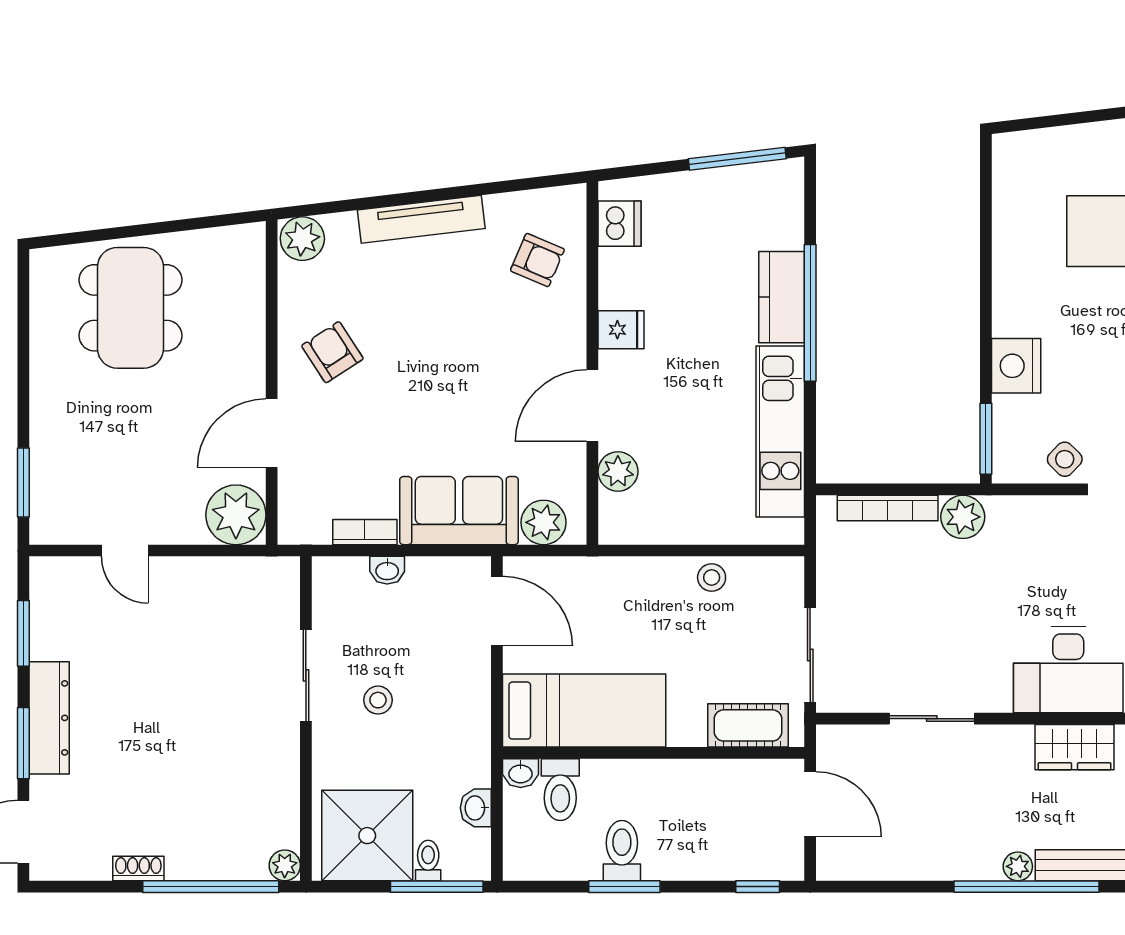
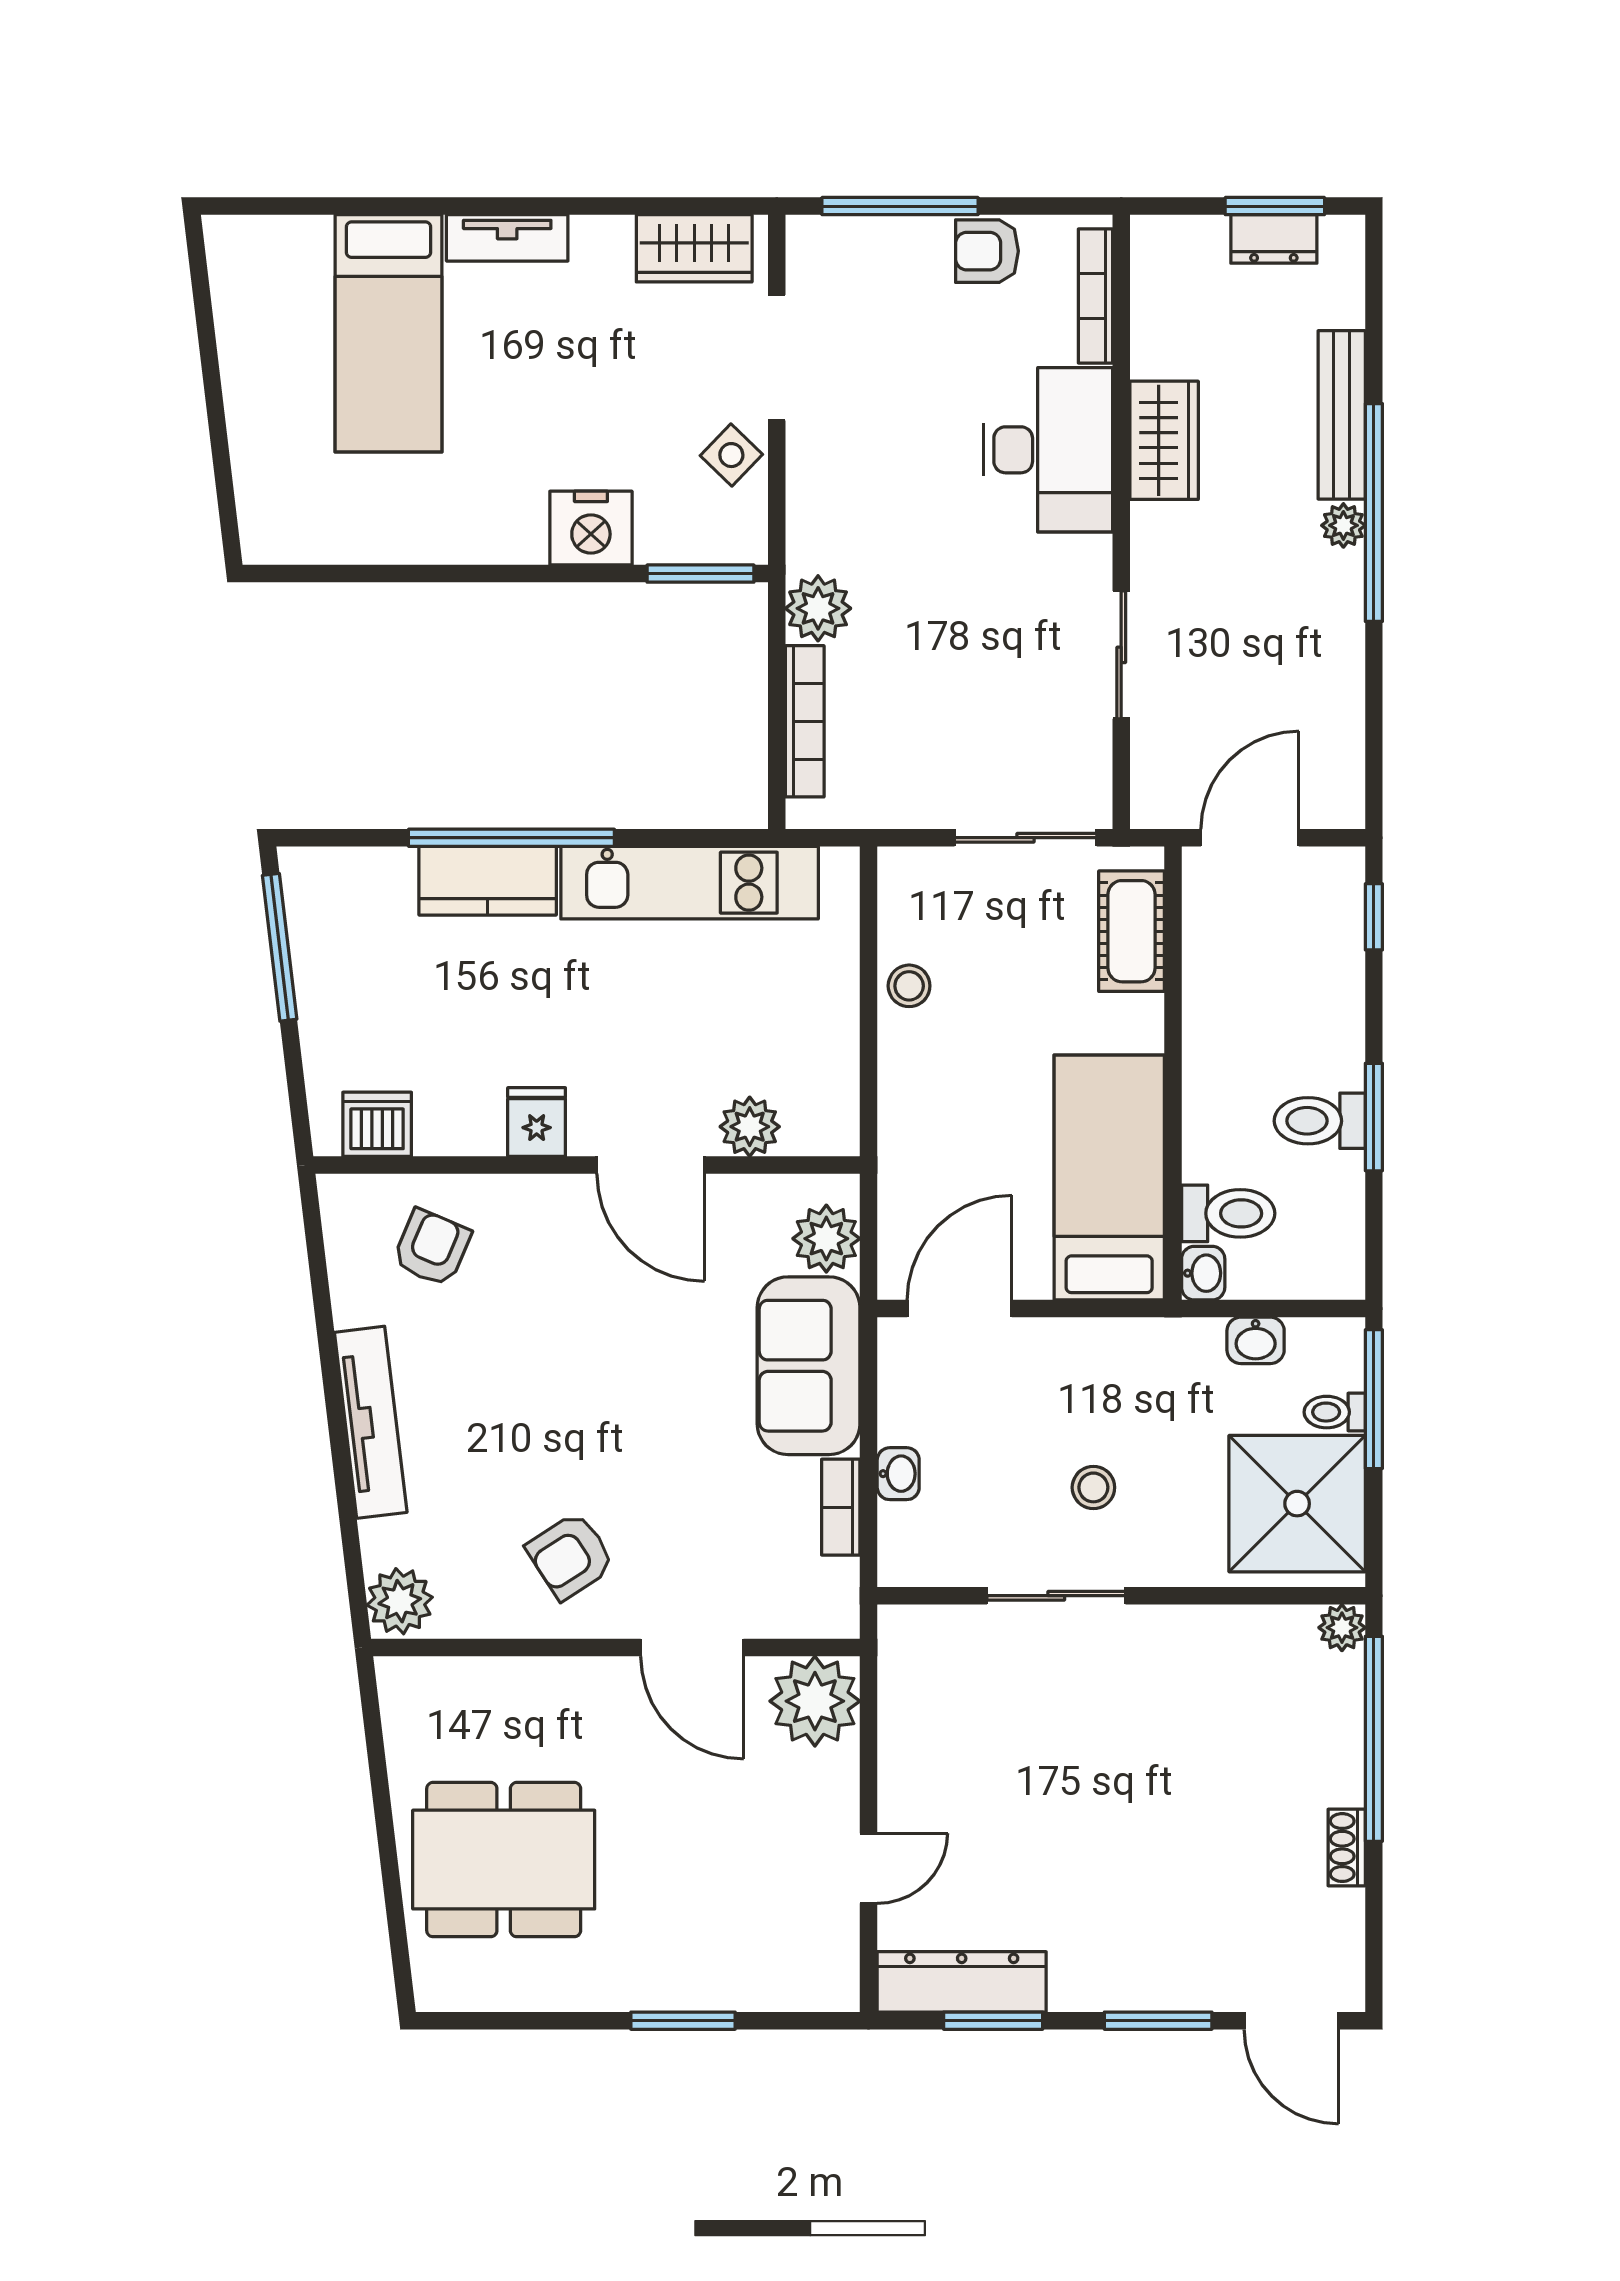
window: (23, 482) -> (683, 2021), moved
dresser: (49, 718) -> (962, 1982), moved

